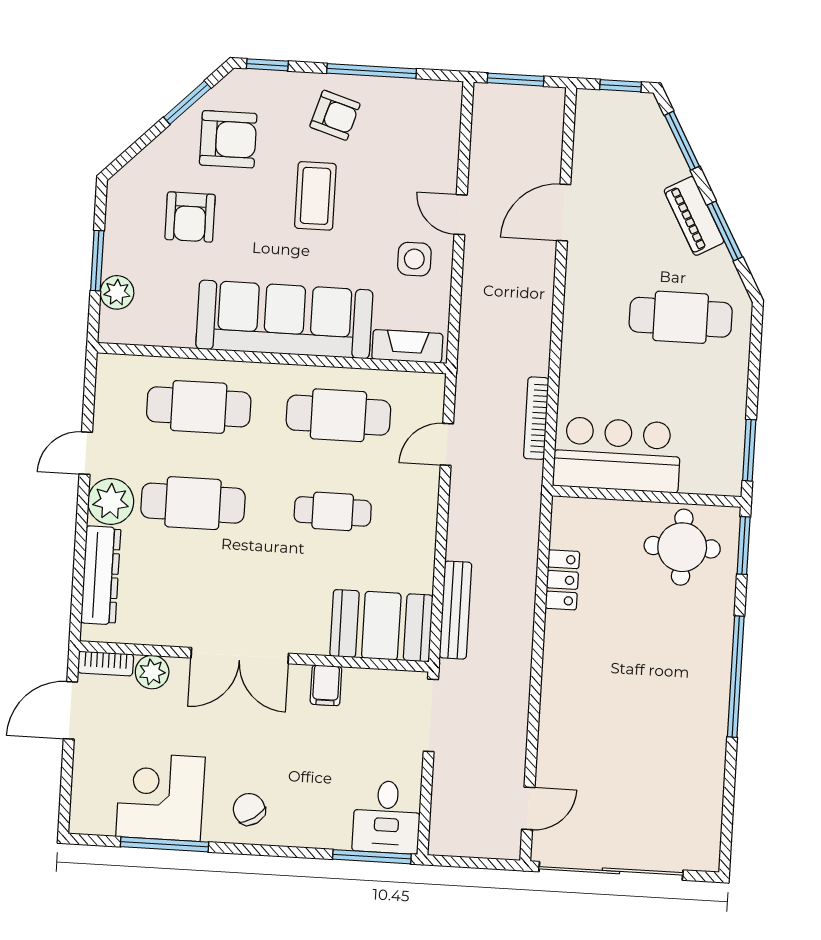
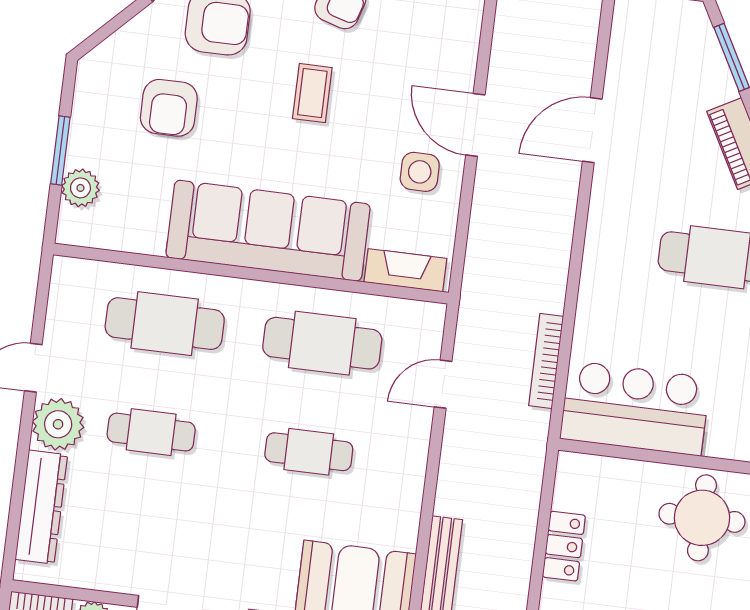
coffee table: (315, 196) -> (312, 93), width x0.73, depth x0.77
door: (461, 215) -> (475, 125), width x1.38
cafe table: (193, 503) -> (151, 432), width x0.73, depth x0.74

